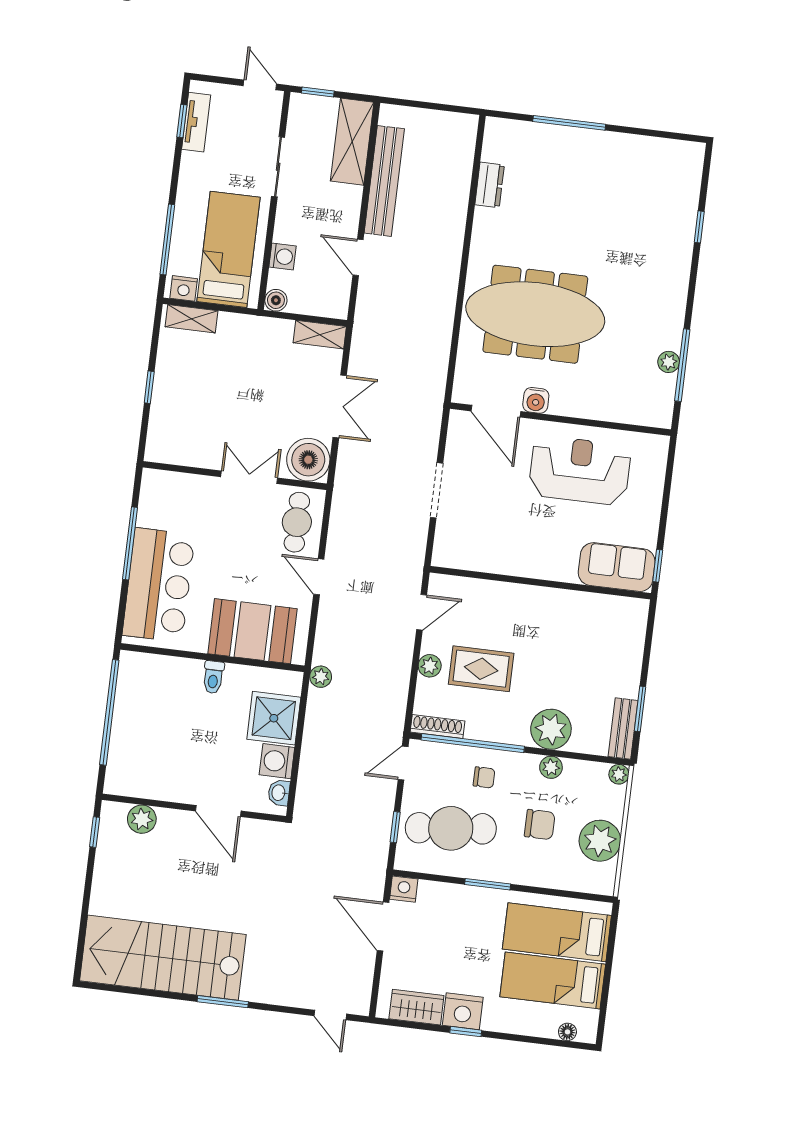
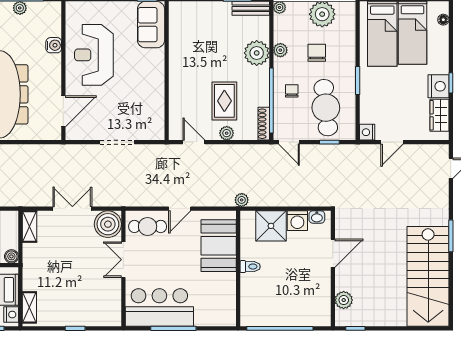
water cooler: (536, 400) -> (54, 45), moved
bar counter: (159, 585) -> (159, 307), moved
door: (383, 927) -> (392, 142), width x0.73

